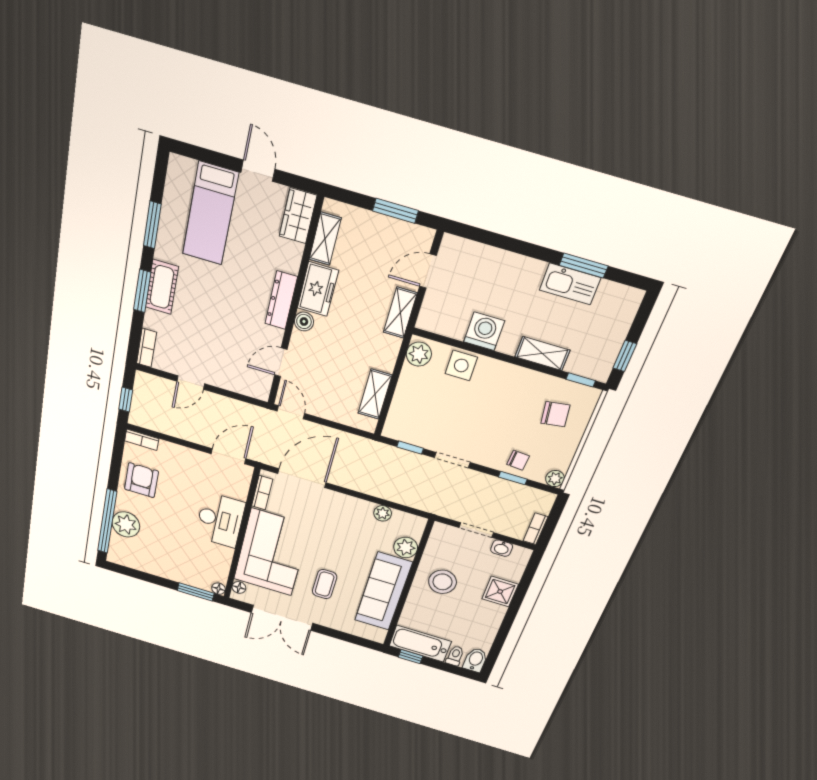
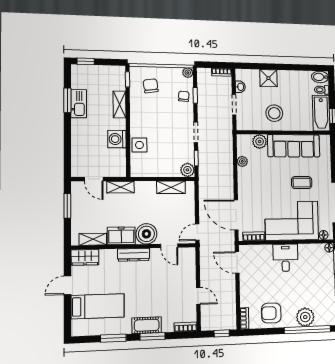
boiler: (304, 322) -> (146, 234), width x1.86, depth x1.86
plant: (419, 354) -> (187, 170), moved
window: (625, 356) -> (86, 61), moved
desk: (220, 520) -> (286, 258), width x0.73

